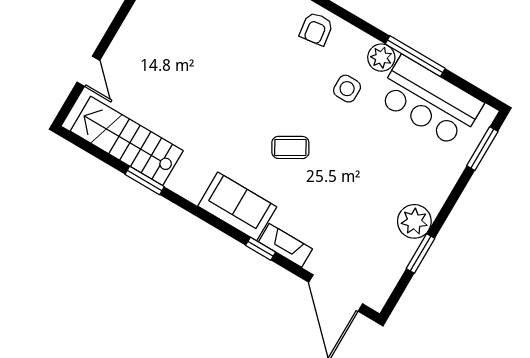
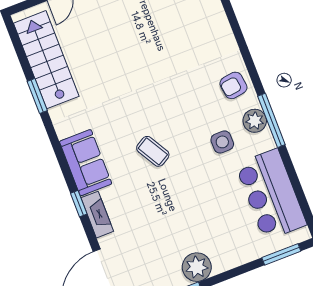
window: (415, 56) -> (271, 120), moved
plant: (381, 58) -> (255, 121), moved

